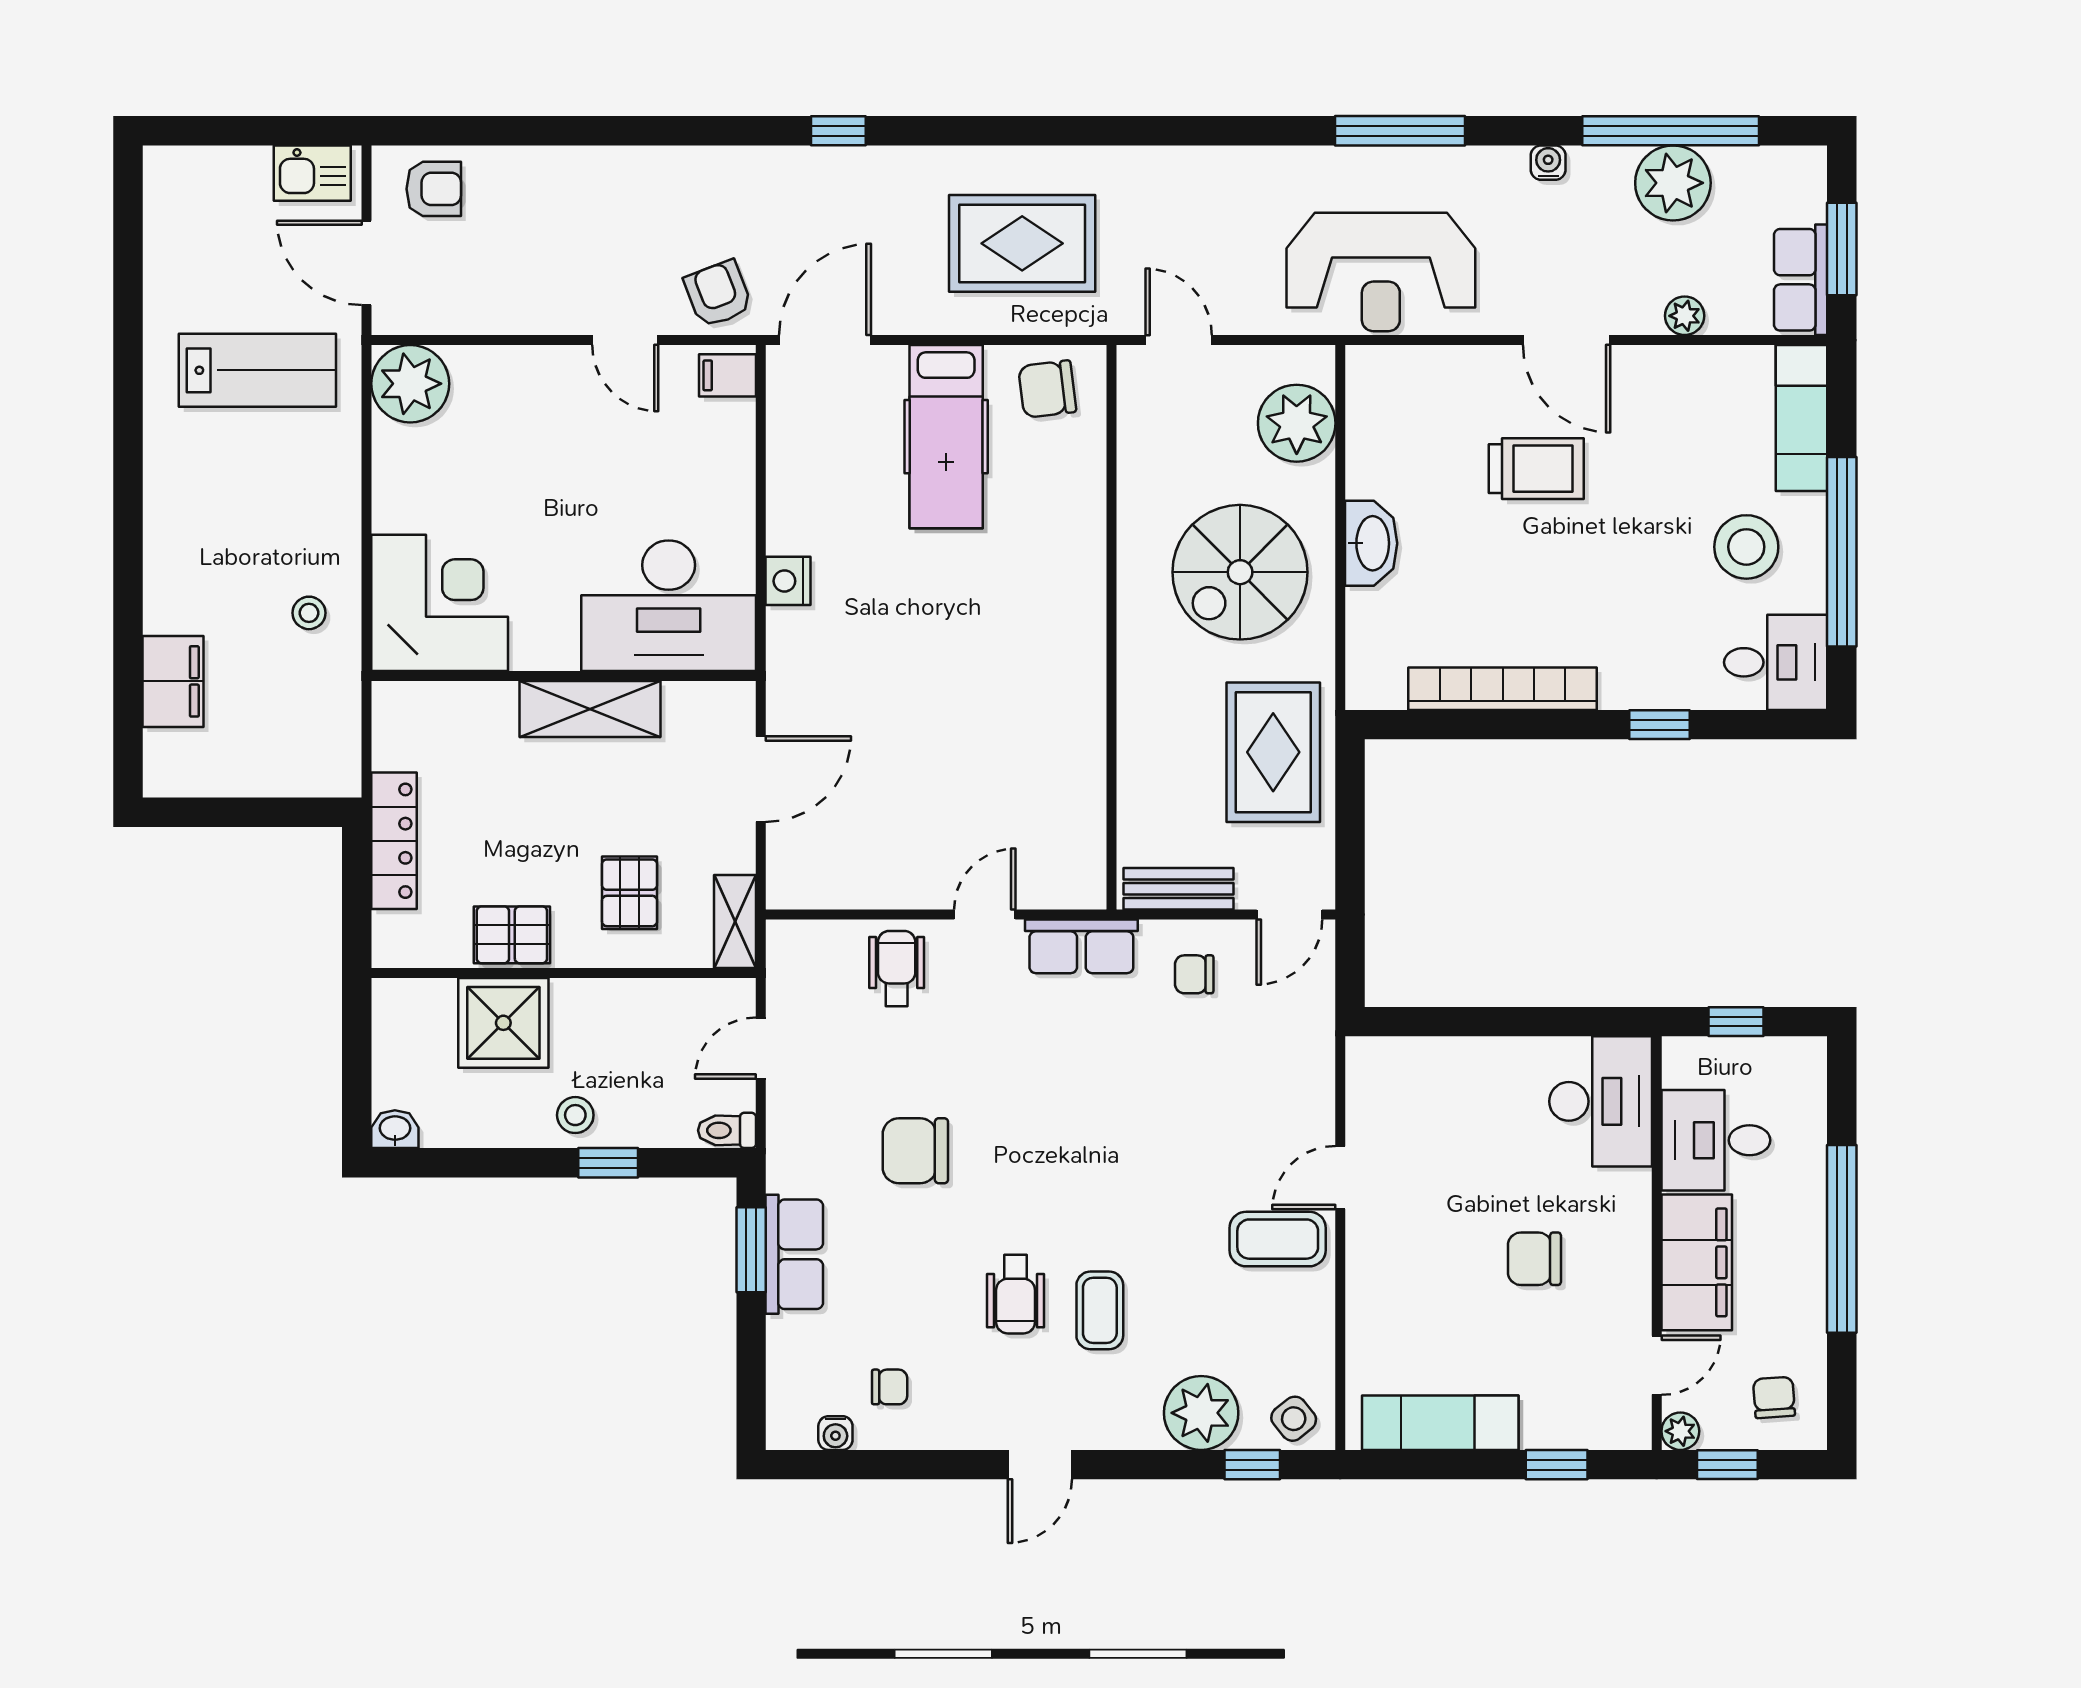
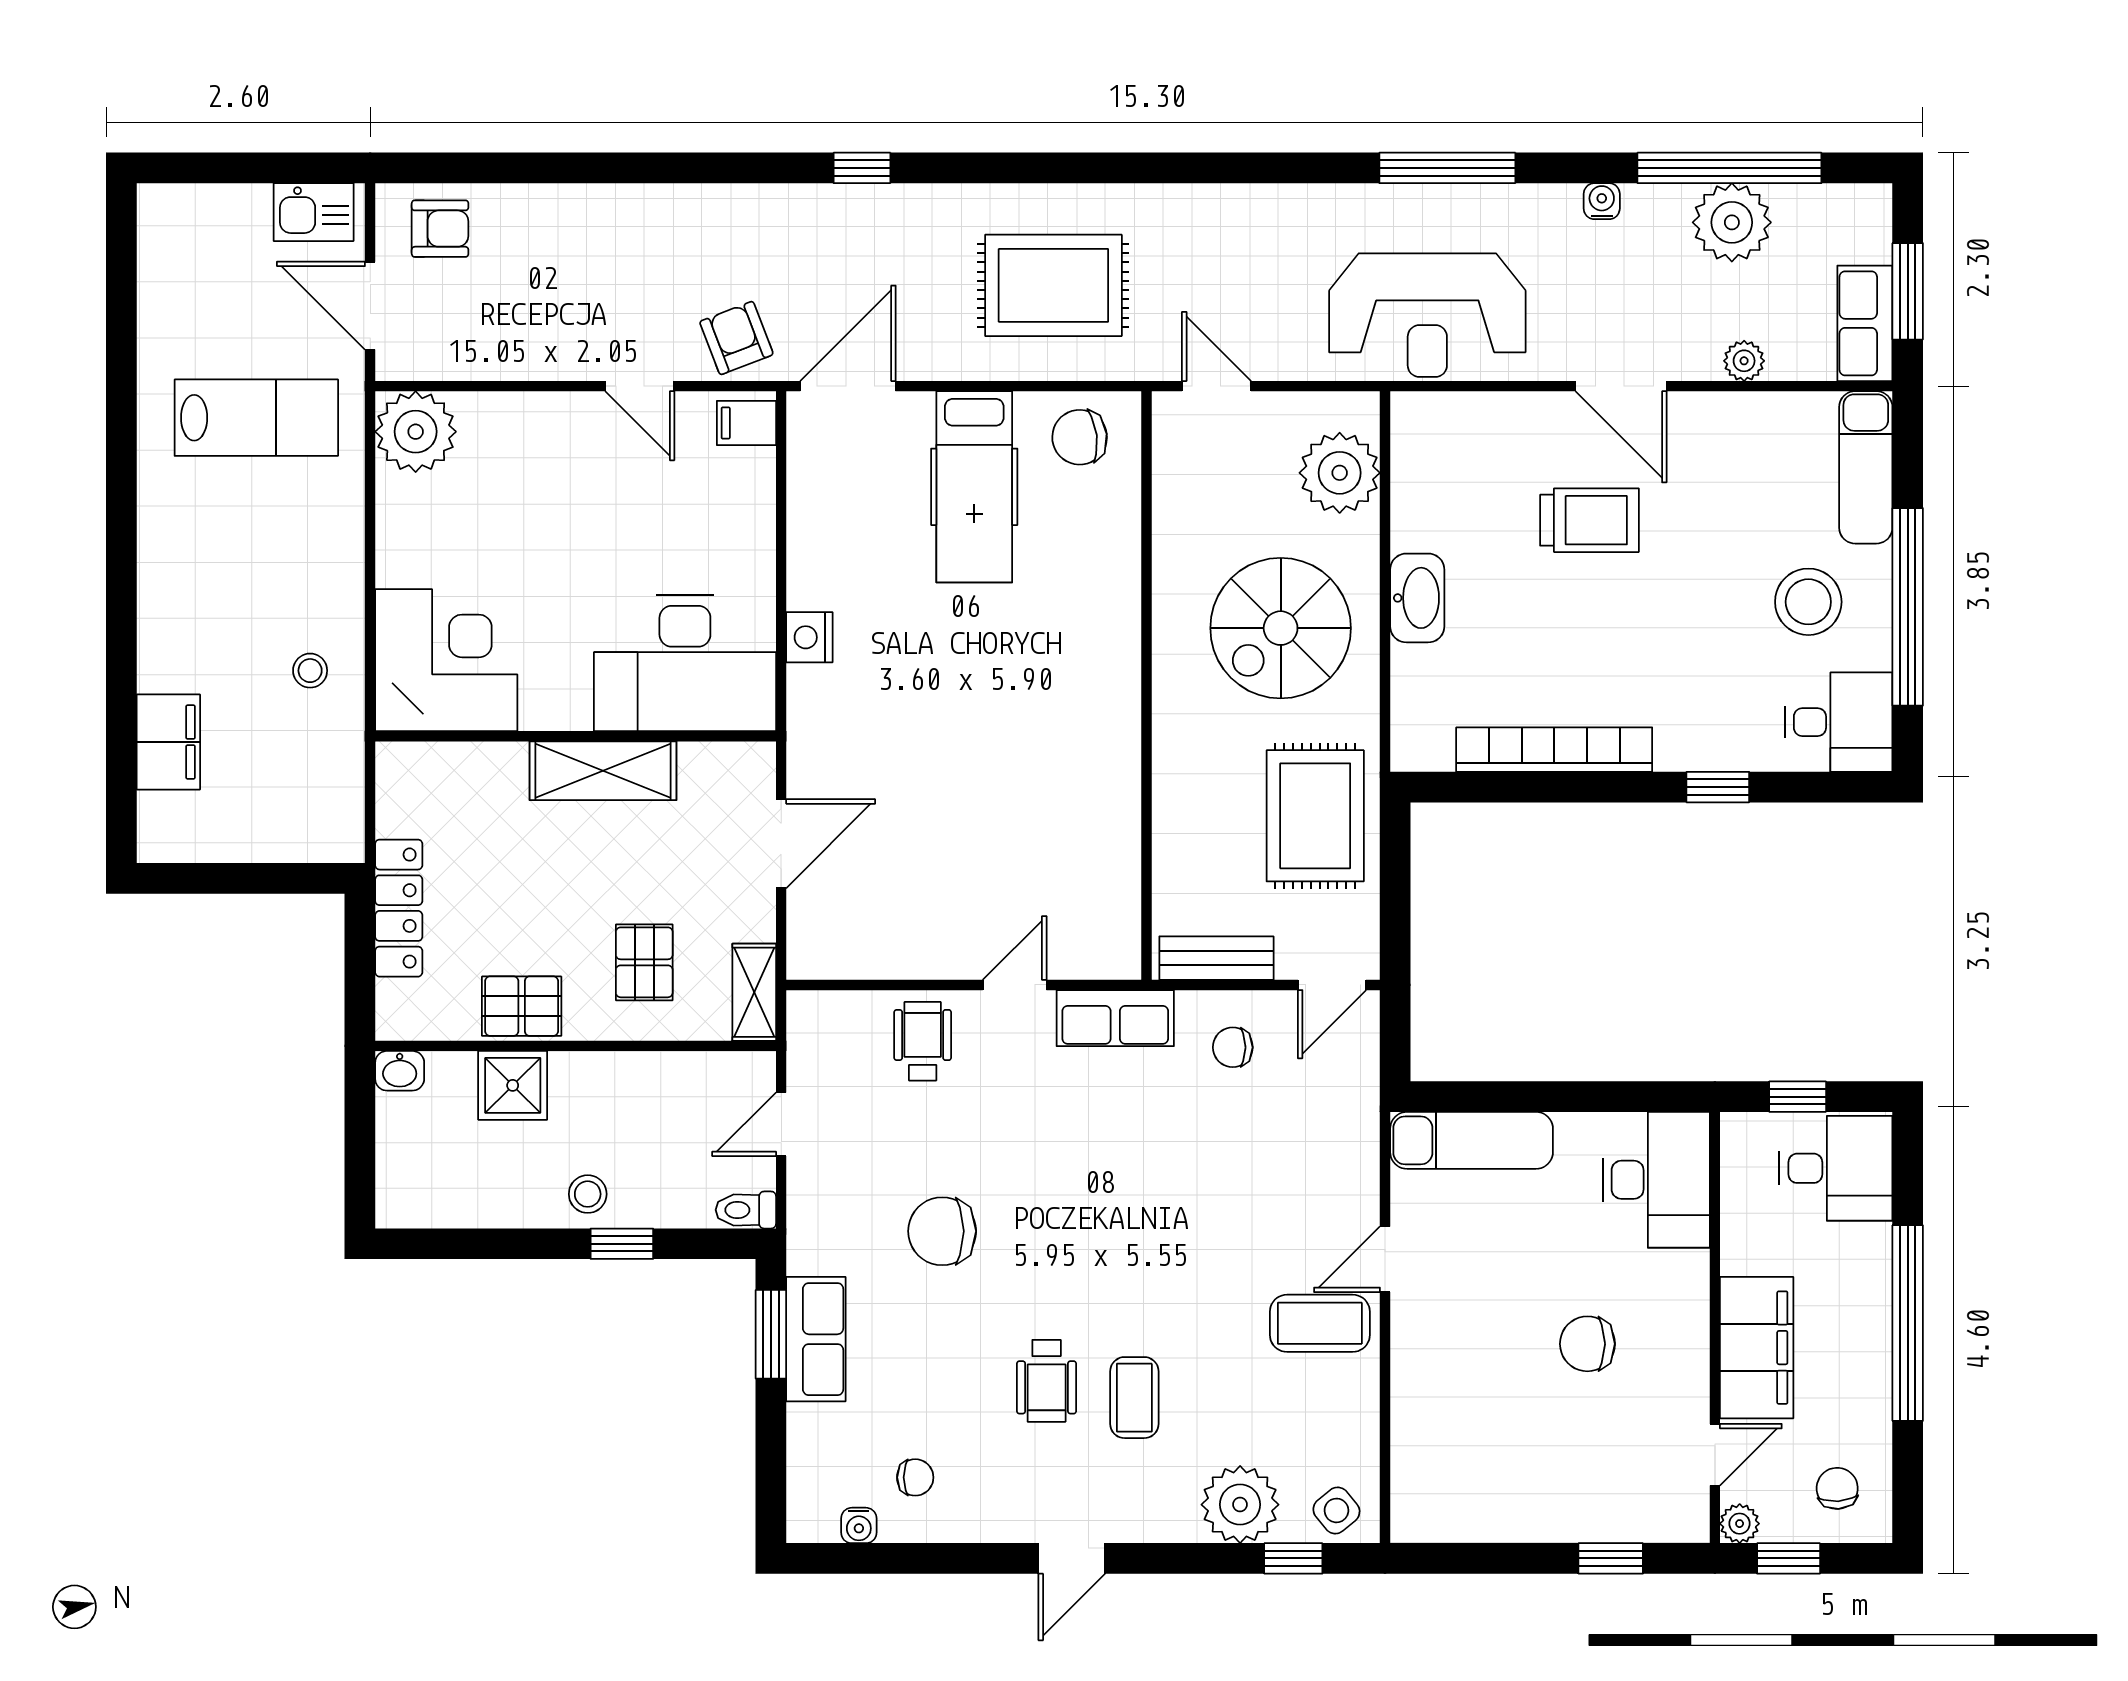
shower: (503, 1023) -> (513, 1085), width x0.73, depth x0.73
washbasin: (395, 1129) -> (400, 1071), moved, turned 180
desk: (1716, 1140) -> (1836, 1168), moved, turned 180
exam couch: (1440, 1423) -> (1472, 1140), moved, turned 180

